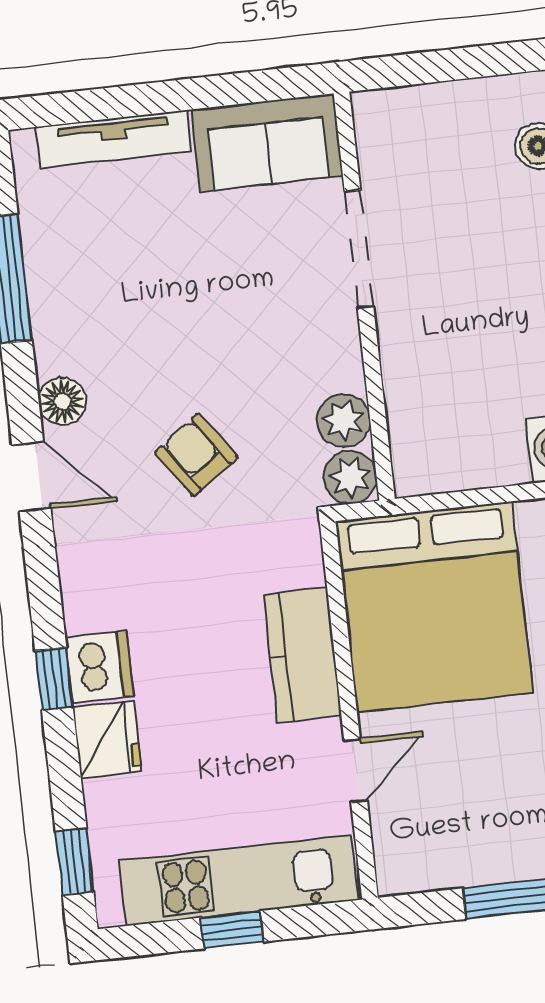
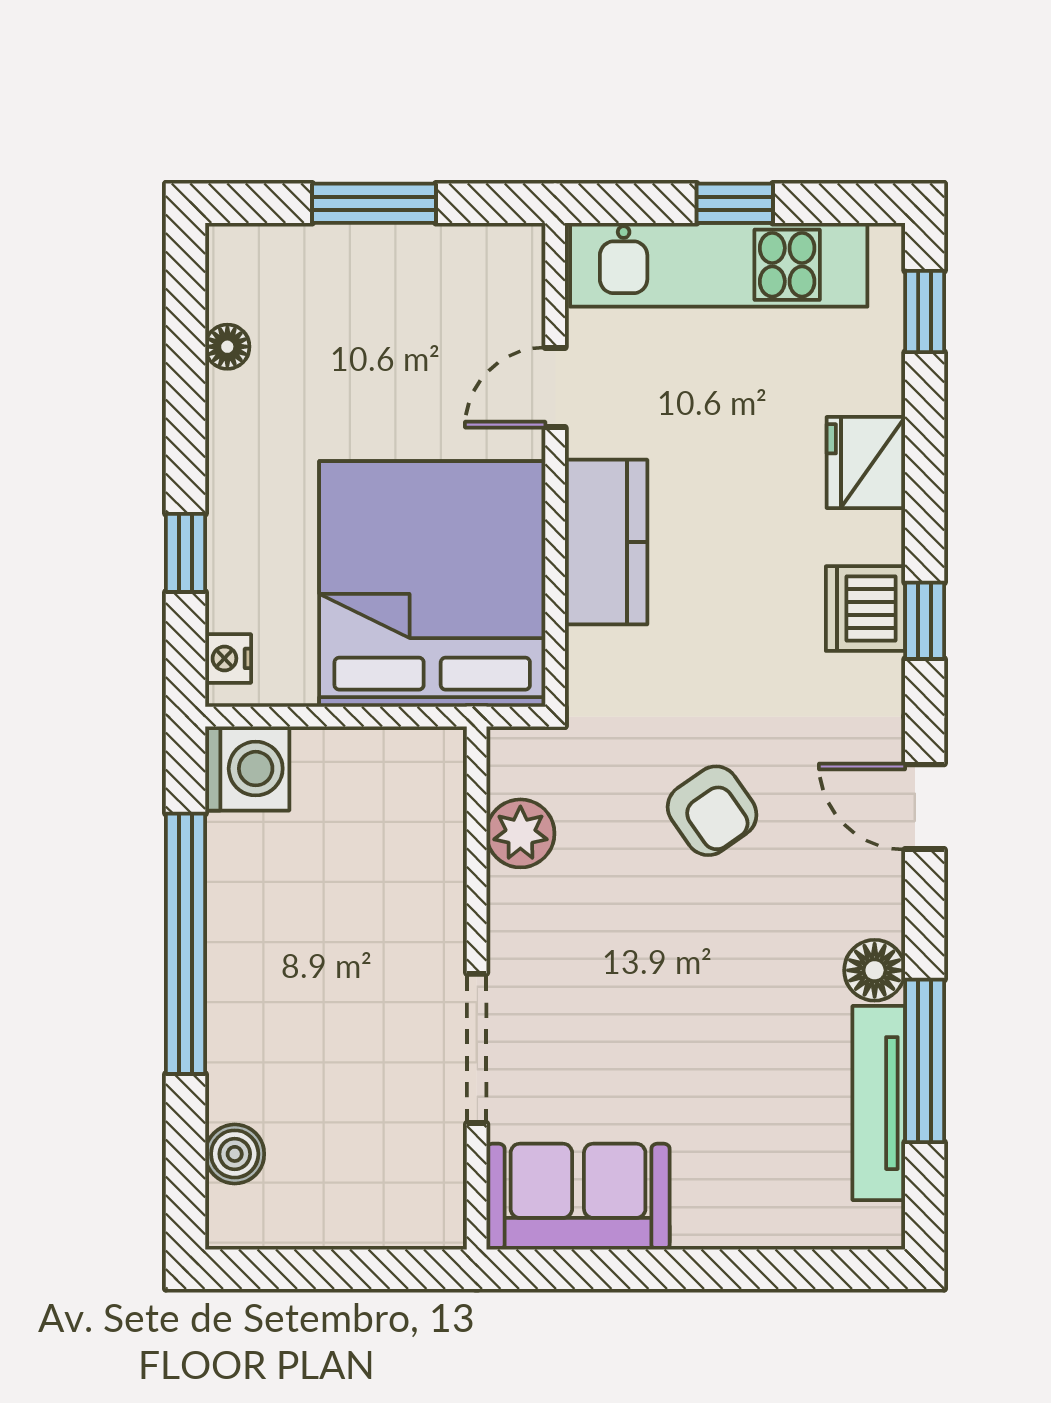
tv unit: (114, 139) -> (879, 1103), moved, turned -90
floor lamp: (62, 401) -> (875, 970), moved
plant: (350, 477) -> (520, 760), removed
dishwasher: (99, 667) -> (865, 609), moved
window: (54, 679) -> (925, 621), moved

